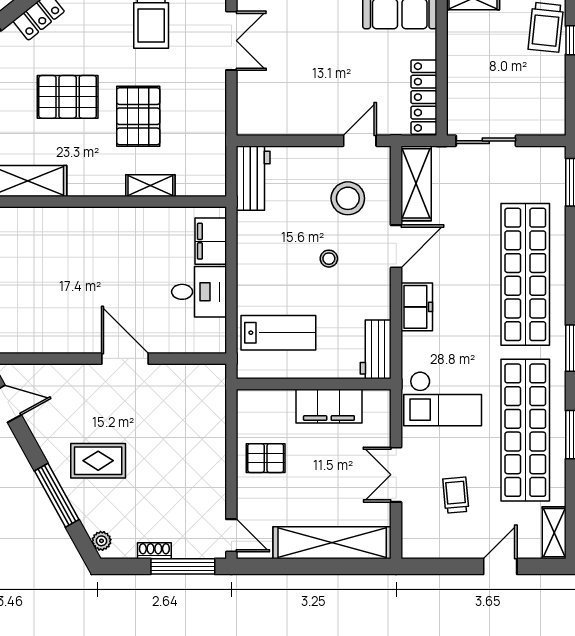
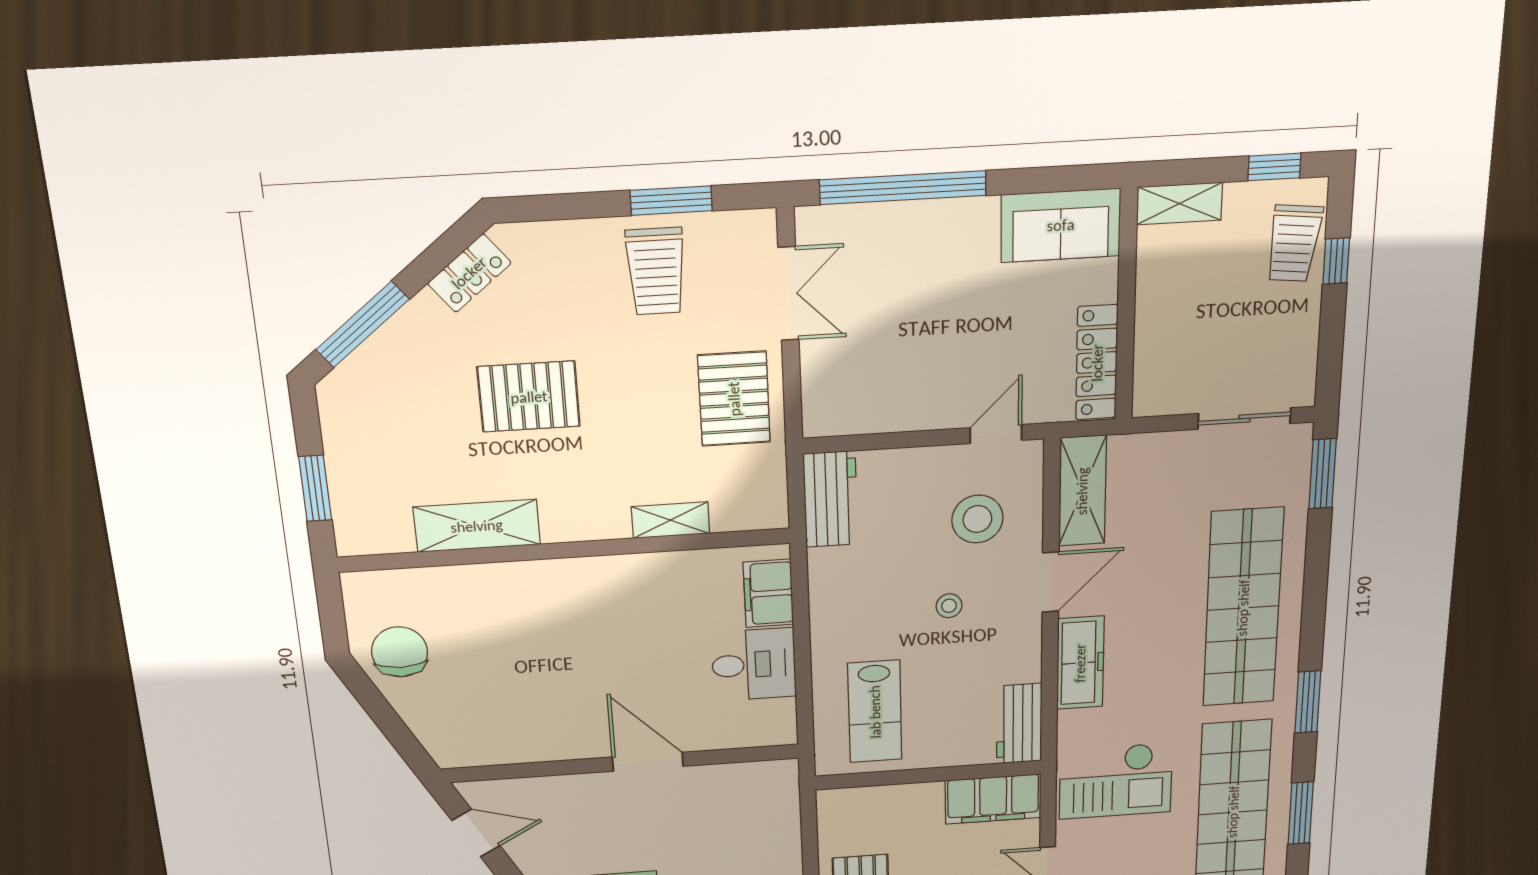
pallet: (138, 116) -> (734, 399), moved
sliding door: (486, 141) -> (1244, 419), moved
freezer: (417, 307) -> (1080, 663), width x1.40
lab bench: (278, 333) -> (875, 712), turned 90
filing cabinet: (329, 406) -> (993, 799), moved

